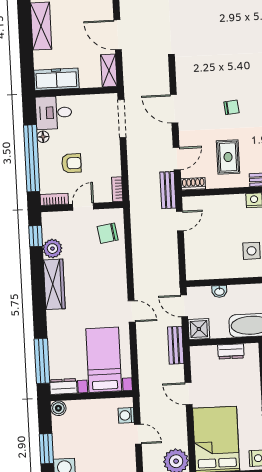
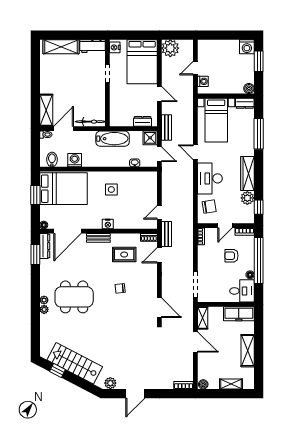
door: (174, 109) -> (159, 308), moved
rug: (228, 157) -> (124, 255), turned 90
desk: (109, 274) -> (210, 178), added
dresser: (231, 351) -> (143, 121), moved
window: (42, 361) -> (259, 134), moved
door: (138, 434) -> (195, 68), hinge flipped

